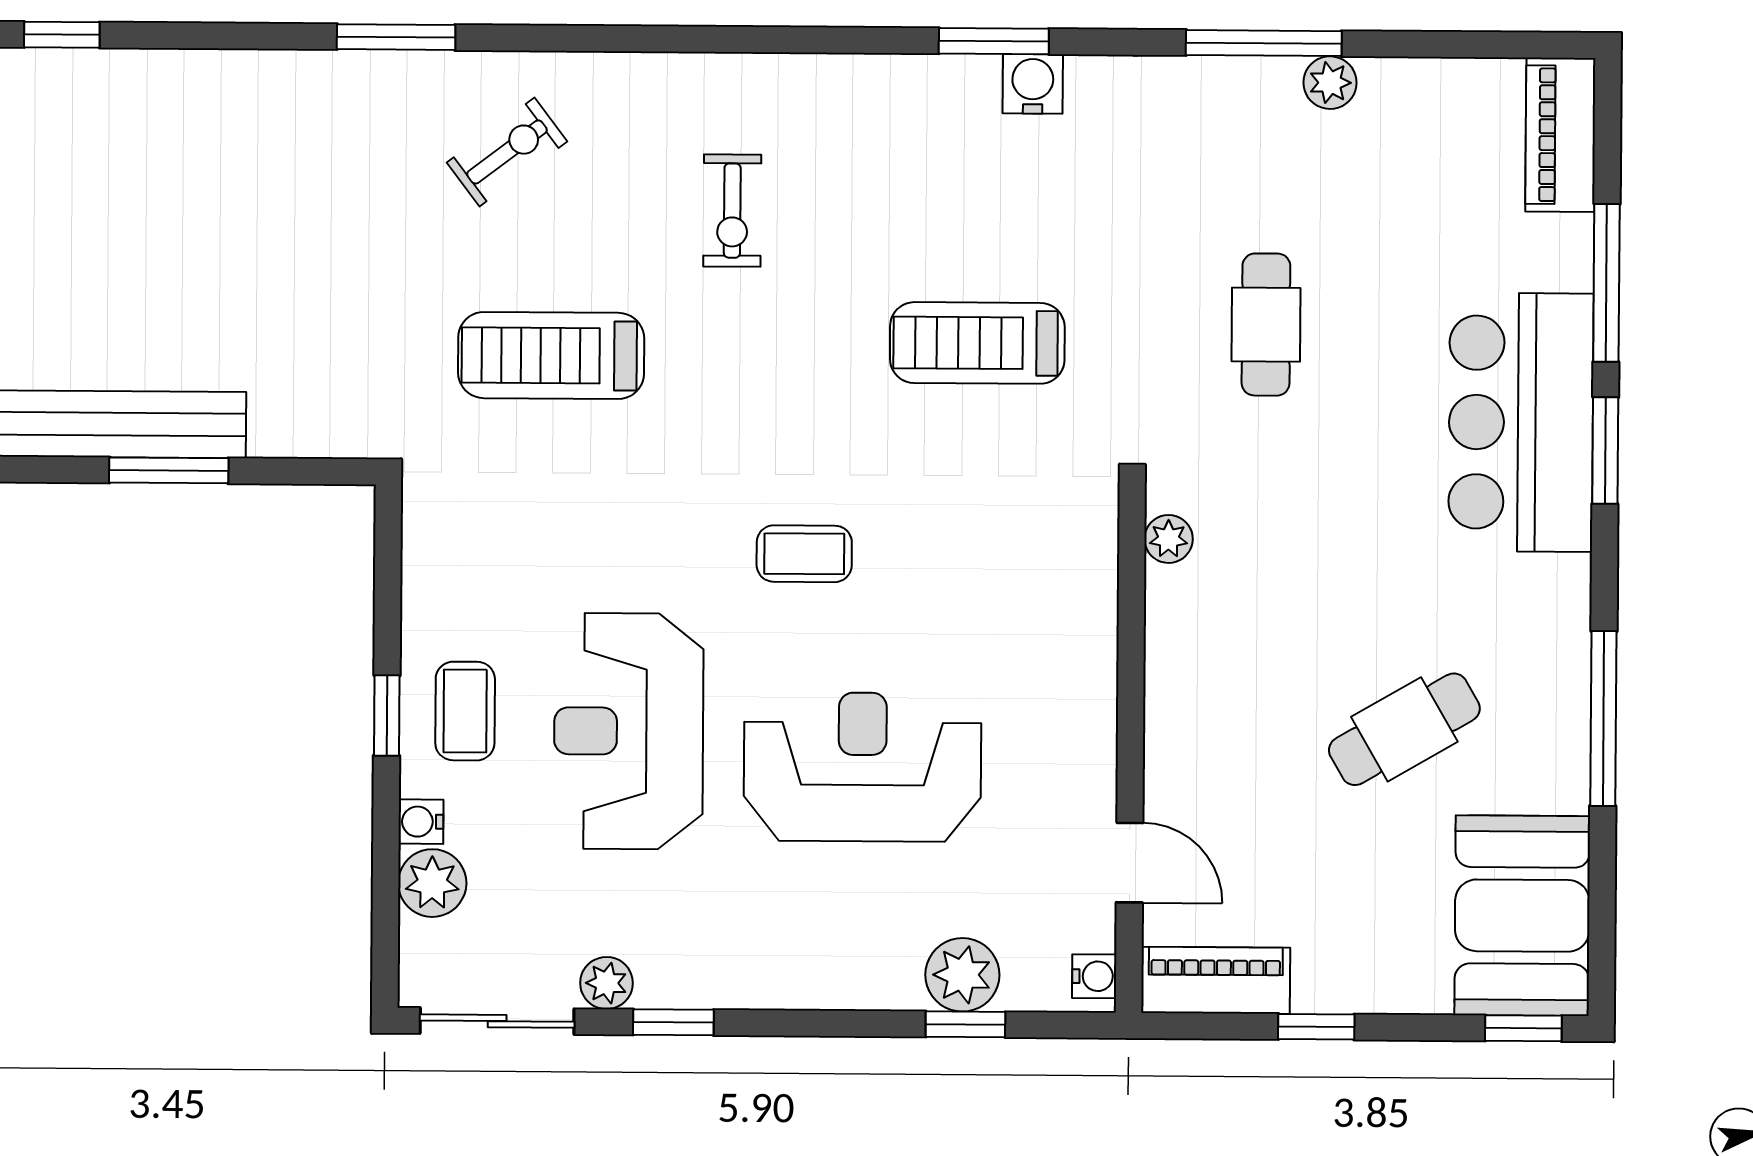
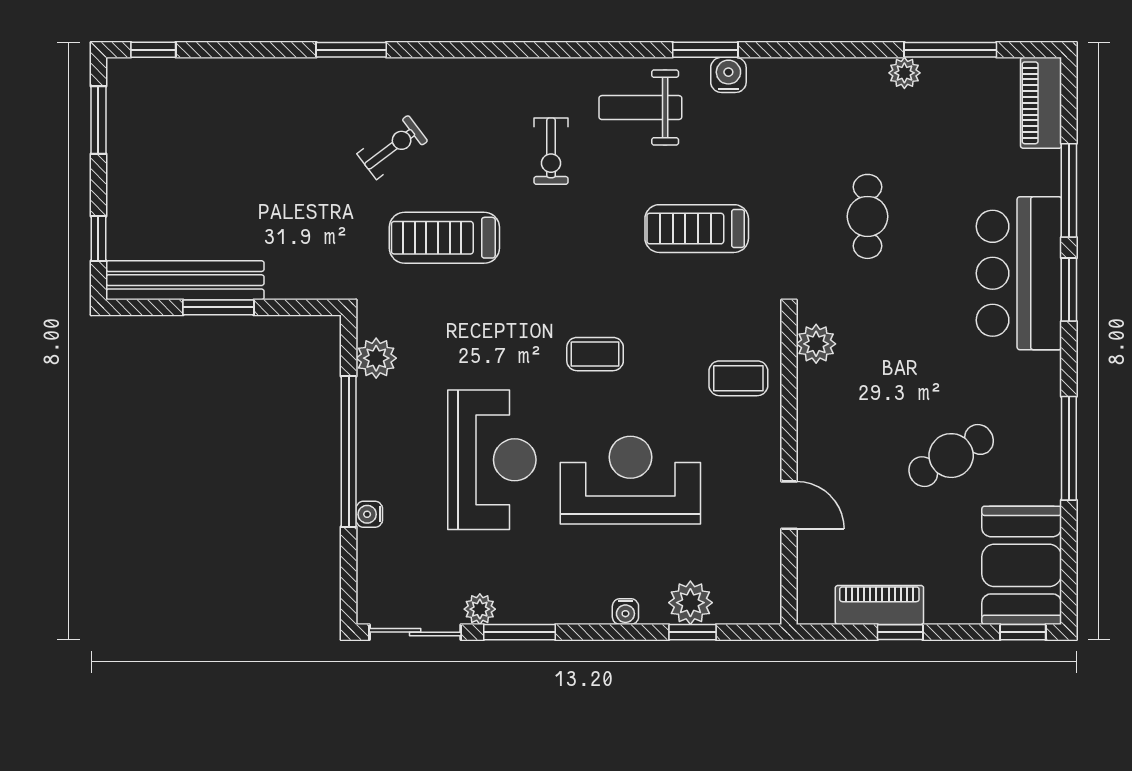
window: (1264, 43) -> (950, 50), moved
weight bench: (884, 138) -> (640, 108), added
exercise bike: (507, 152) -> (392, 147), moved
plant: (1169, 539) -> (816, 344), width x1.38, depth x1.38
coffee table: (465, 711) -> (738, 378), moved, turned 90
window: (387, 716) -> (349, 452), width x3.17
reception desk: (629, 731) -> (492, 460), turned 180
door: (1130, 863) -> (789, 505), moved
plant: (432, 883) -> (376, 358), moved
water cooler: (1094, 976) -> (625, 612), moved, turned 90
piano: (1216, 980) -> (879, 605), moved
window: (673, 1022) -> (520, 632), width x1.50

